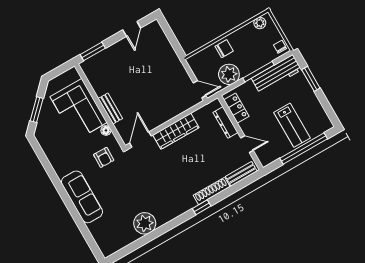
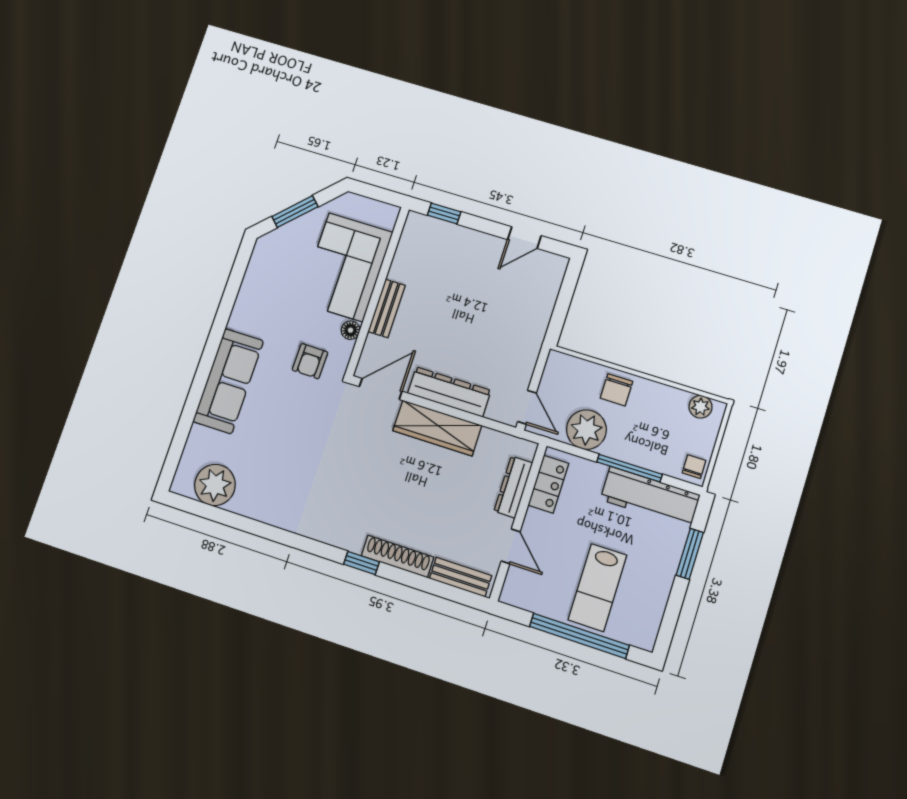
chair: (224, 49) -> (616, 390), turned 90
window: (93, 51) -> (444, 213), width x0.67
dresser: (166, 114) -> (449, 392), added
plant: (145, 223) -> (215, 485), moved

